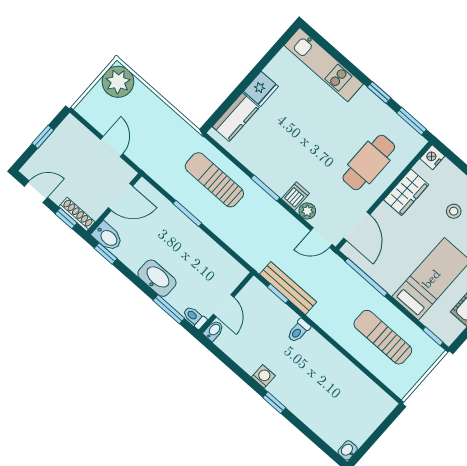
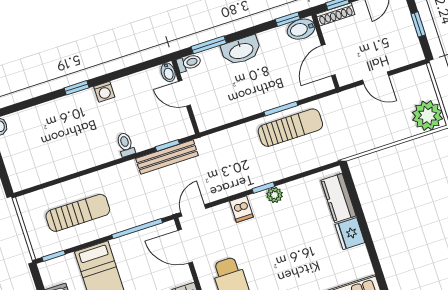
sun lounger: (214, 180) -> (290, 128), moved
window: (265, 188) -> (263, 188), width x0.67
plant: (307, 211) -> (275, 195), moved

